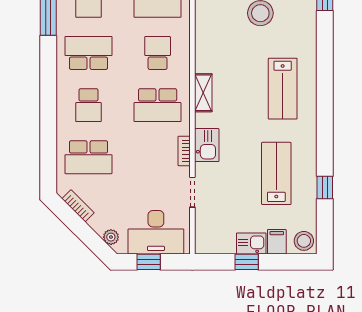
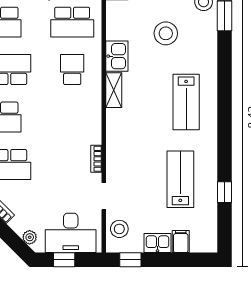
shelving: (203, 93) -> (114, 90), moved
school desk: (158, 105) -> (72, 117), removed
kitchen sink: (207, 145) -> (117, 56), moved
stool: (304, 241) -> (119, 229), moved
window: (247, 262) -> (130, 260), moved

